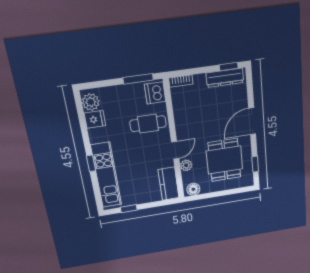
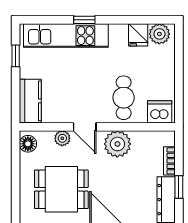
window: (229, 66) -> (179, 187), moved
window: (138, 79) -> (179, 94), removed
bookcase: (181, 81) -> (169, 161), moved
plant: (185, 123) -> (117, 144), added
kitchen counter: (168, 184) -> (30, 101), moved, turned 90

